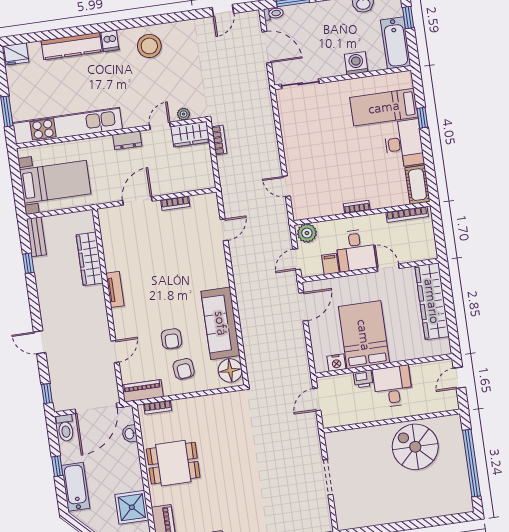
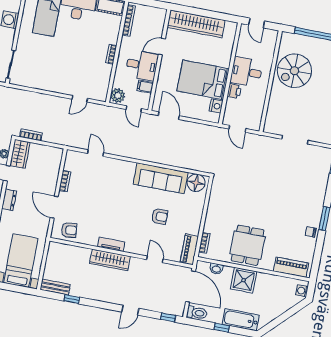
wardrobe: (90, 259) -> (110, 260), moved
armchair: (184, 369) -> (69, 230), moved
shower: (132, 507) -> (244, 280), moved

